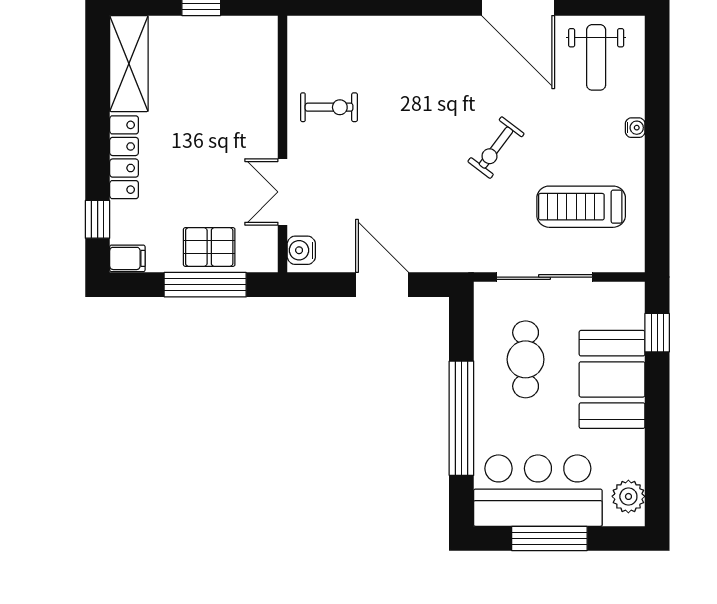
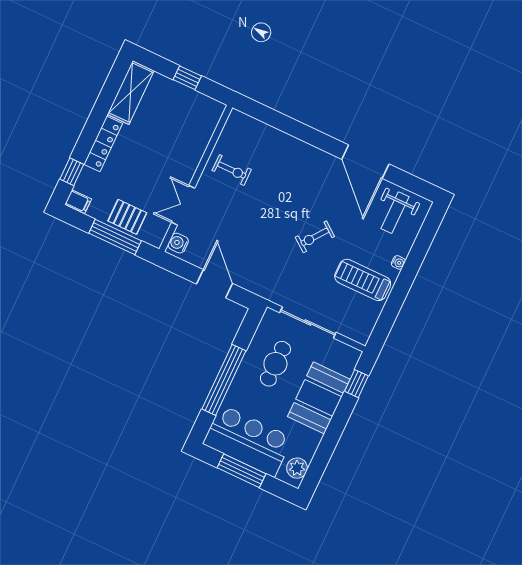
treadmill: (581, 207) -> (363, 280), moved

